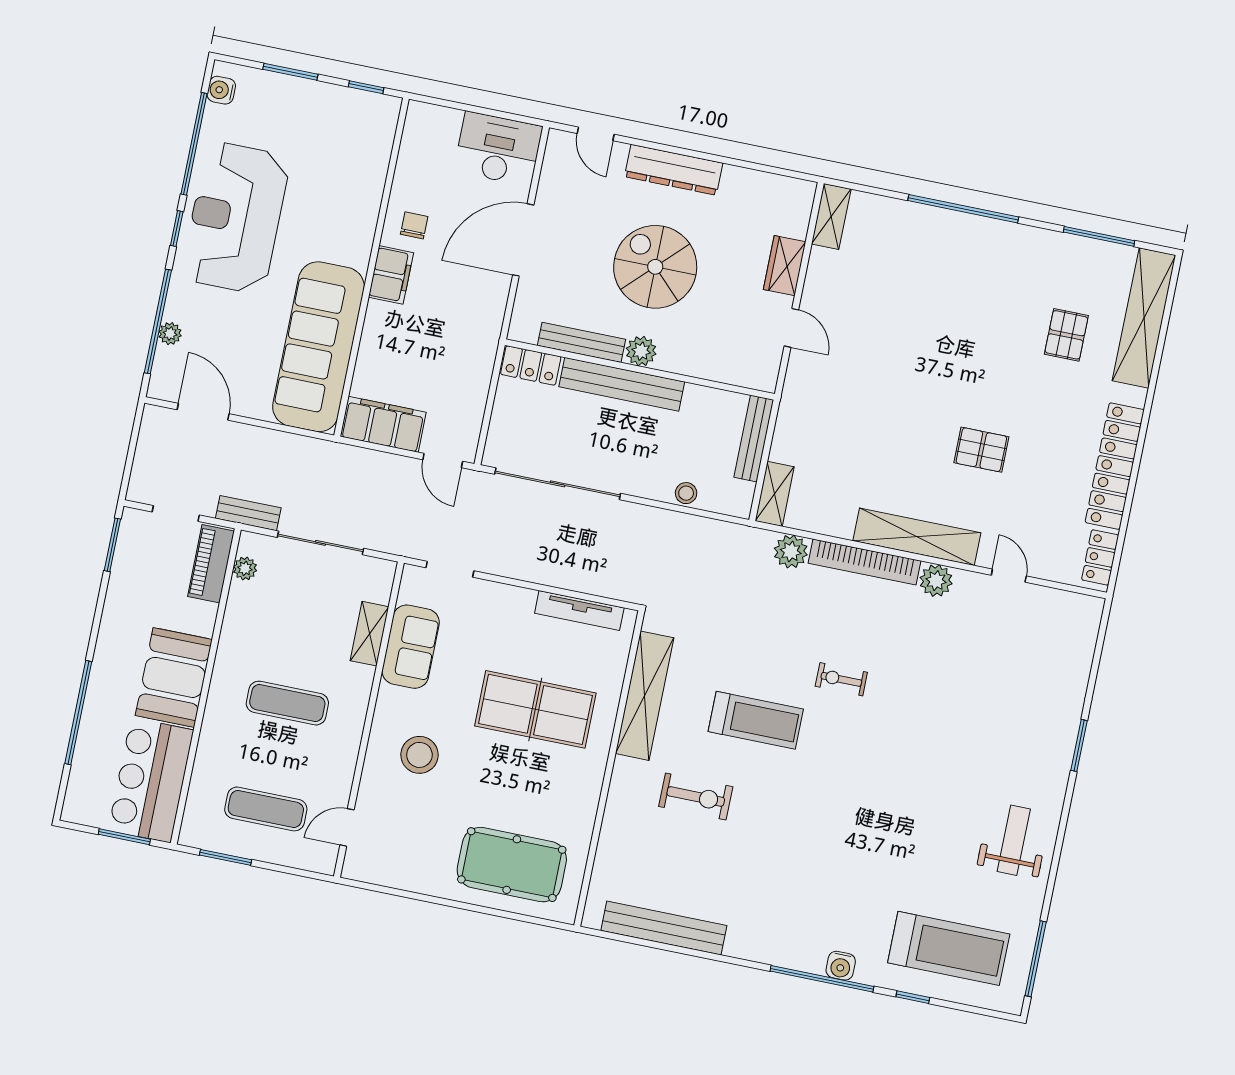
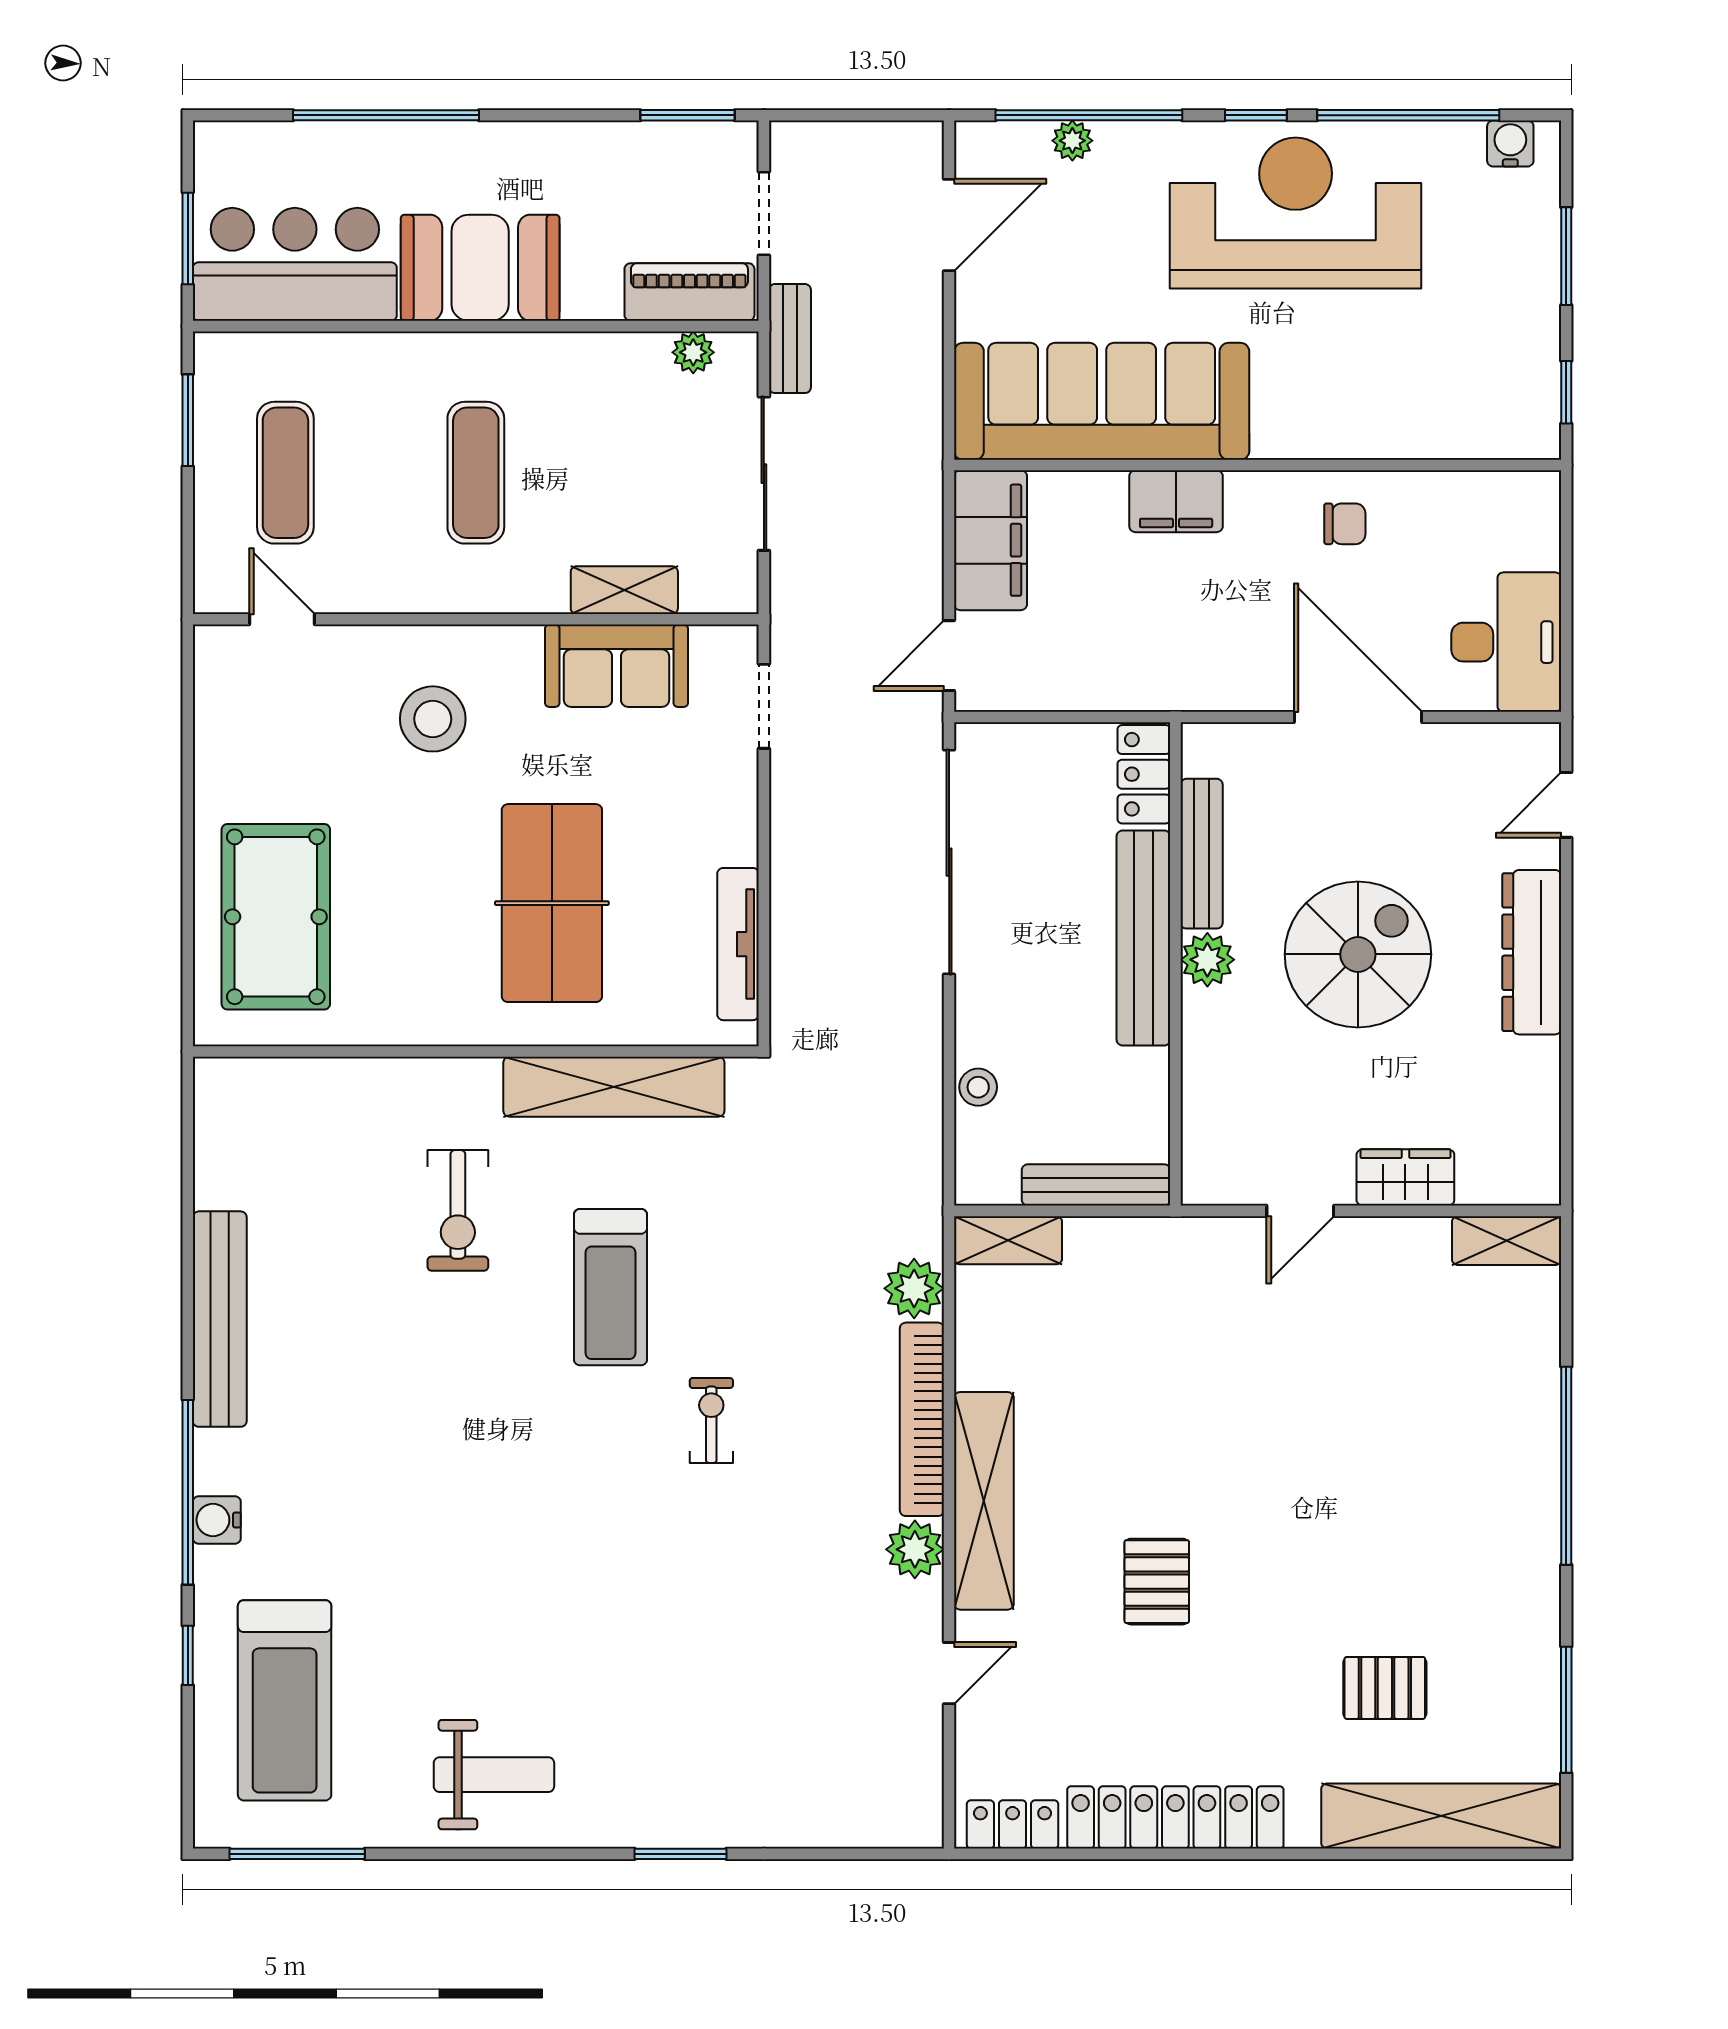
filing cabinet: (391, 275) -> (1176, 501), moved
bench: (664, 928) -> (220, 1319), moved

